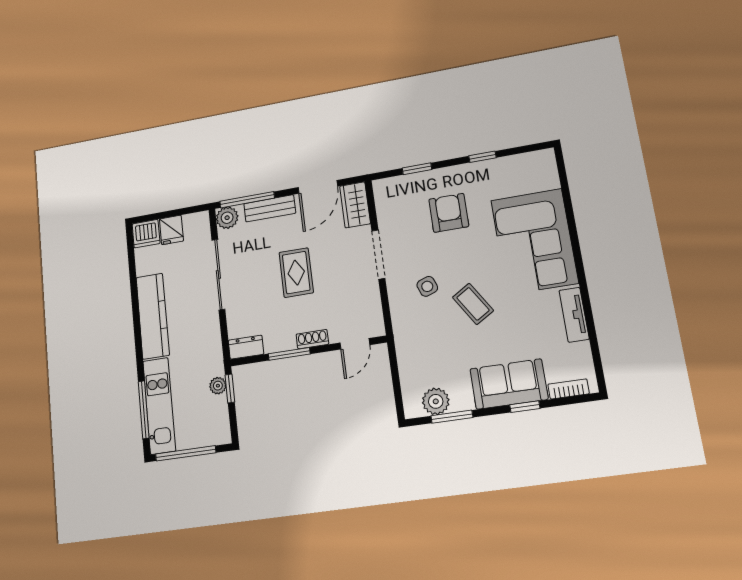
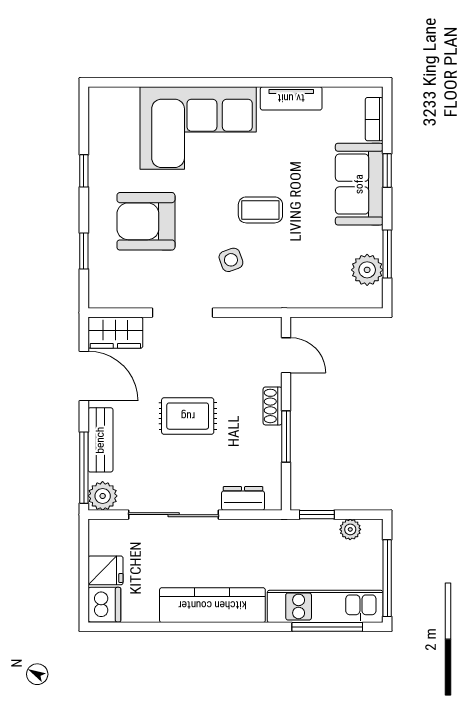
armchair: (449, 213) -> (146, 221), width x1.36, depth x1.36
coffee table: (473, 304) -> (260, 210), turned 32
dresser: (246, 347) -> (243, 498), moved, turned 90
plant: (218, 386) -> (350, 529), moved

